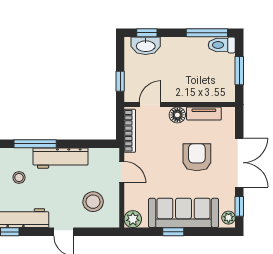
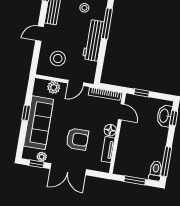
plant: (229, 218) -> (42, 157), moved
plant: (133, 219) -> (54, 87), moved

